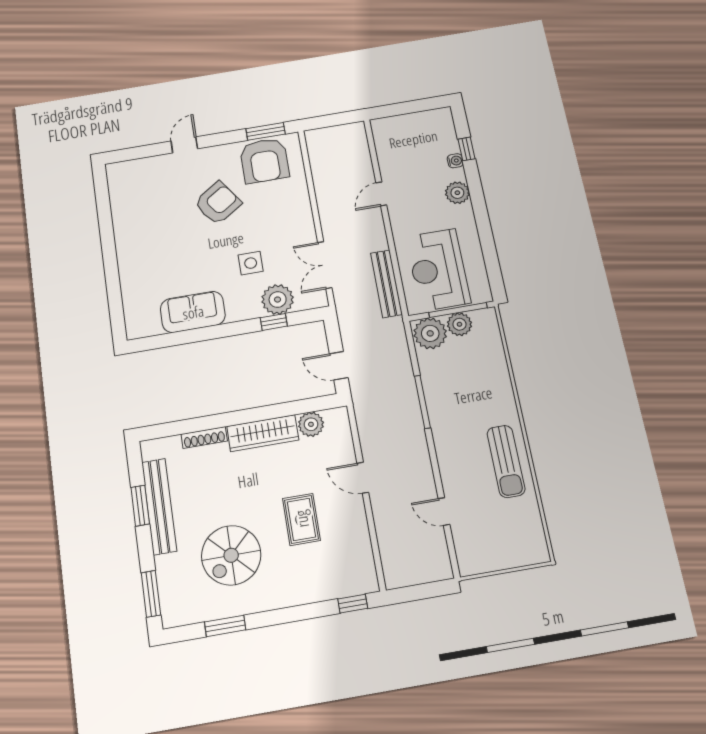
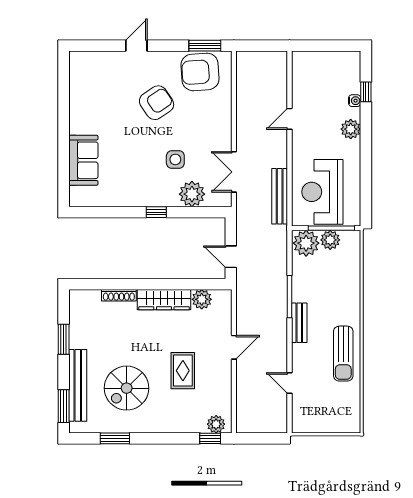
armchair: (264, 161) -> (200, 72), turned 86
sofa: (193, 312) -> (83, 160), moved, turned 90
window: (274, 322) -> (156, 212), moved
bench: (441, 432) -> (299, 323), added
door: (363, 478) -> (234, 347), swing flipped
bench: (159, 506) -> (78, 385), moved
plant: (357, 583) -> (216, 424), added

